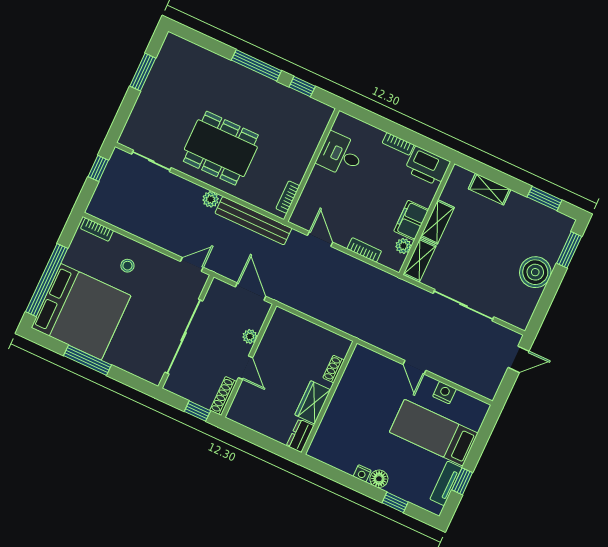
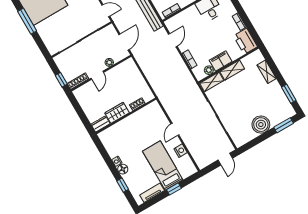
door: (519, 359) -> (225, 159), hinge flipped
window: (462, 481) -> (174, 189), moved

